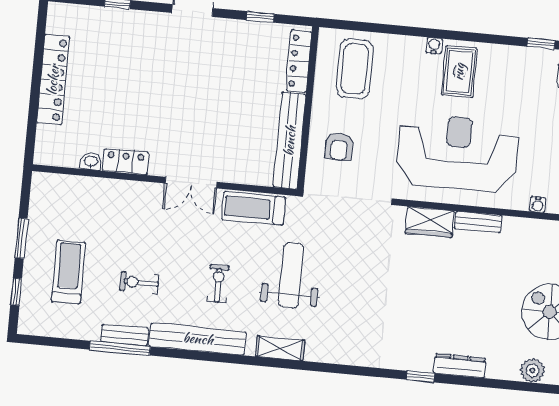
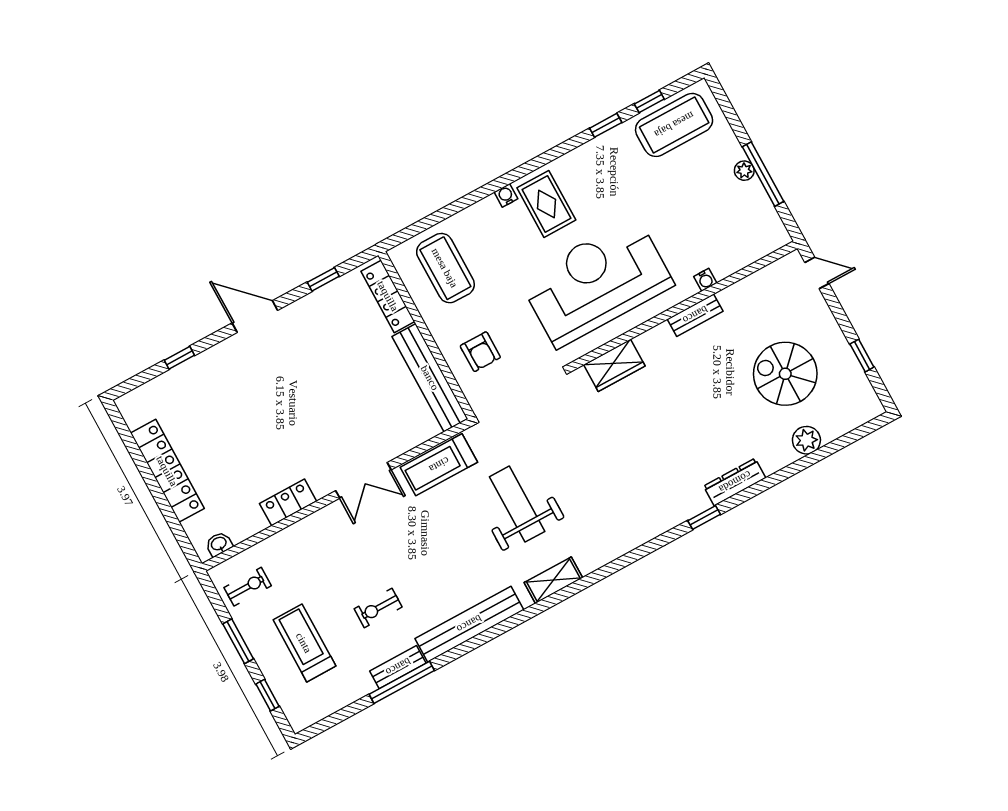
washbasin: (91, 162) -> (219, 544), moved
bench: (478, 222) -> (695, 315), moved
exercise bike: (218, 284) -> (248, 587), moved, turned 90

